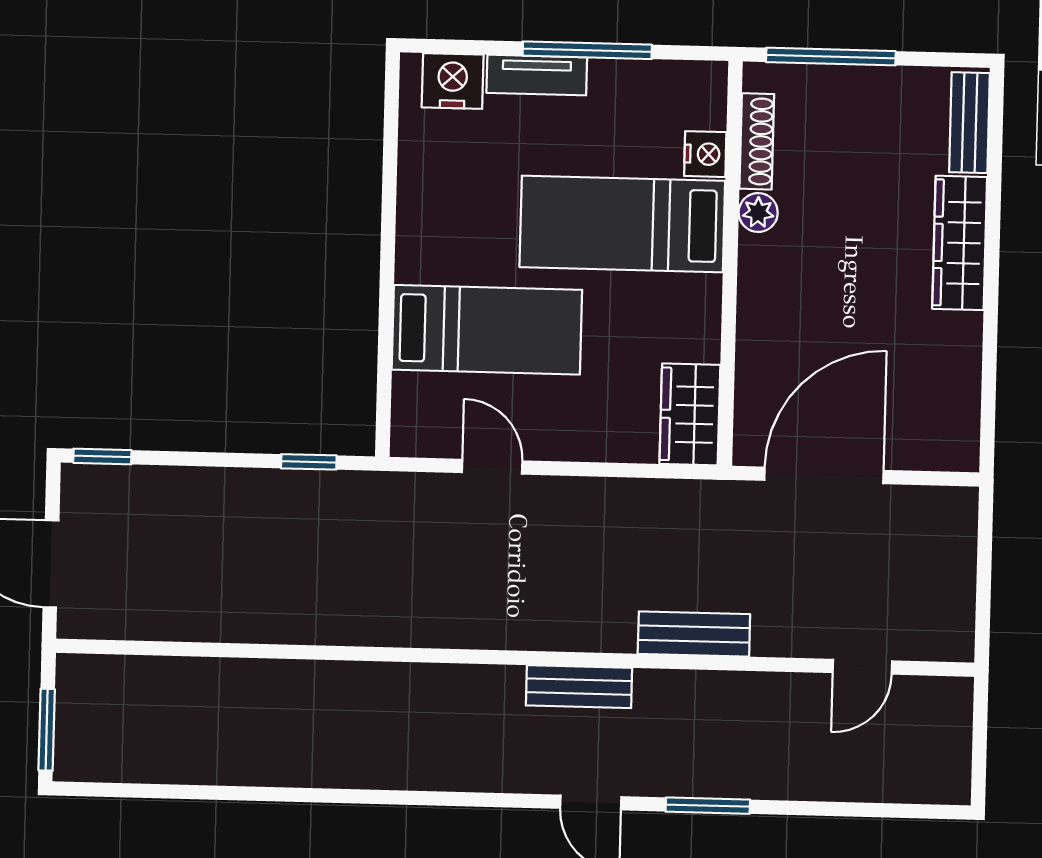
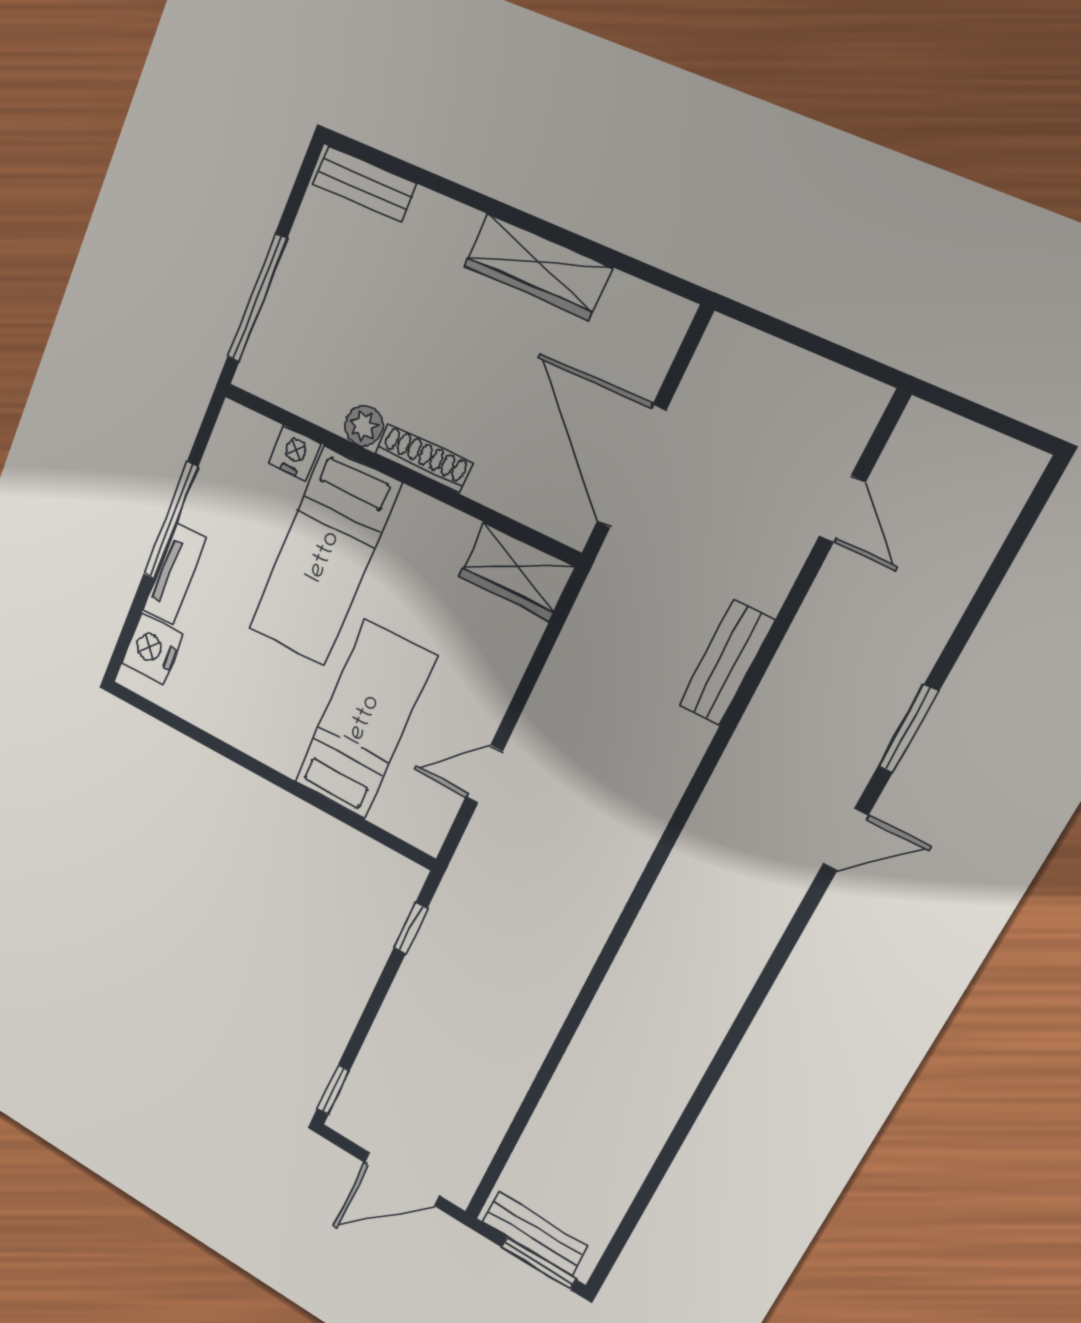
shoe rack: (757, 141) -> (424, 458), moved
wardrobe: (960, 243) -> (538, 267), moved
bench: (579, 687) -> (535, 1234), moved, turned 90

